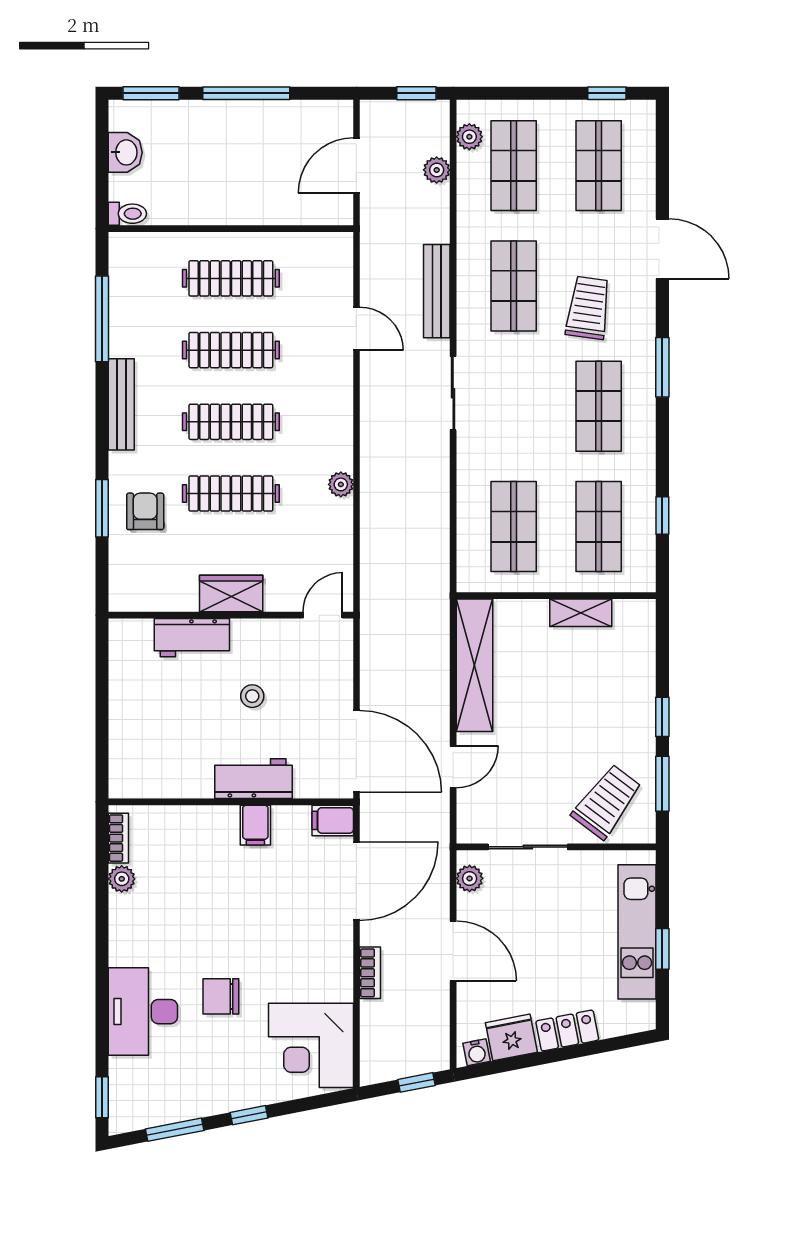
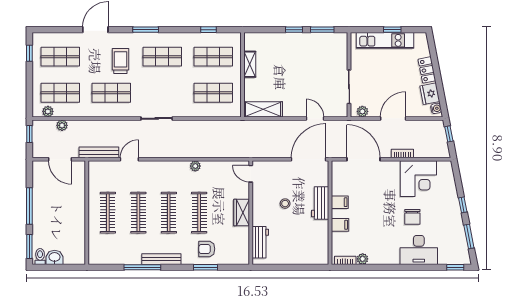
toilet: (127, 214) -> (40, 256), moved
bench: (437, 291) -> (99, 152), moved
trolley: (588, 308) -> (120, 61), turned 82
window: (102, 319) -> (142, 267), moved
workbench: (192, 638) -> (260, 242), moved
shelving: (474, 665) -> (263, 109), width x0.68
trolley: (607, 802) -> (330, 53), removed
filing cabinet: (333, 820) -> (340, 225), moved, turned -90
corner desk: (311, 1045) -> (418, 179), moved

